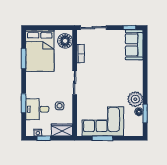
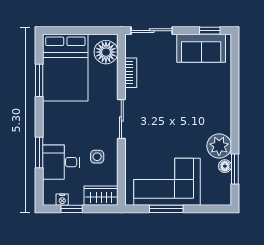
sofa: (134, 45) -> (201, 48), moved, turned -90

